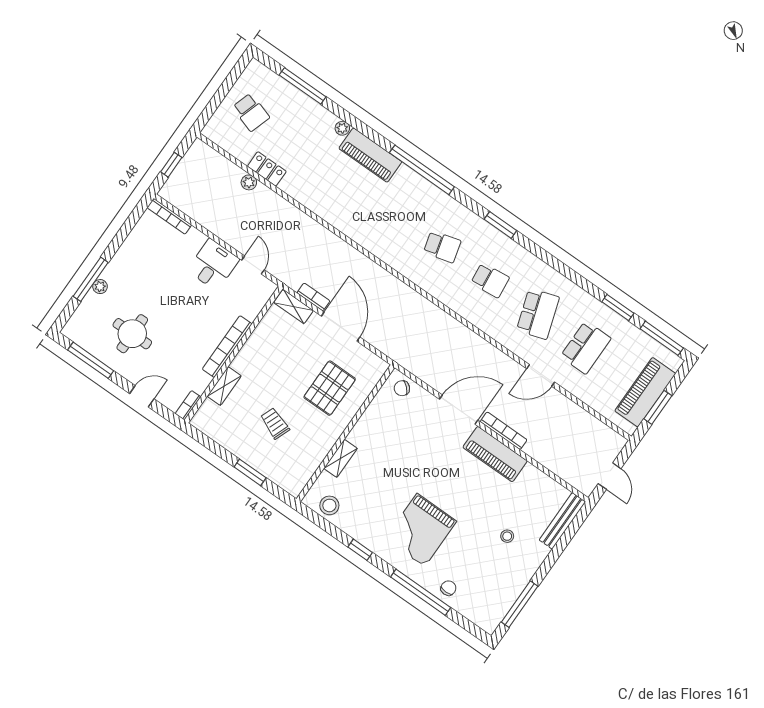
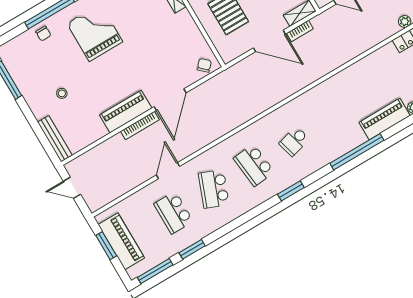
school desk: (490, 280) -> (254, 165), width x1.85
school desk: (538, 314) -> (214, 189), turned 39

